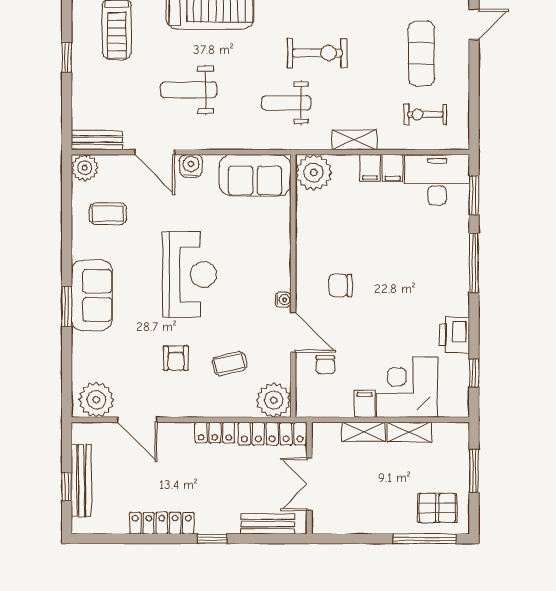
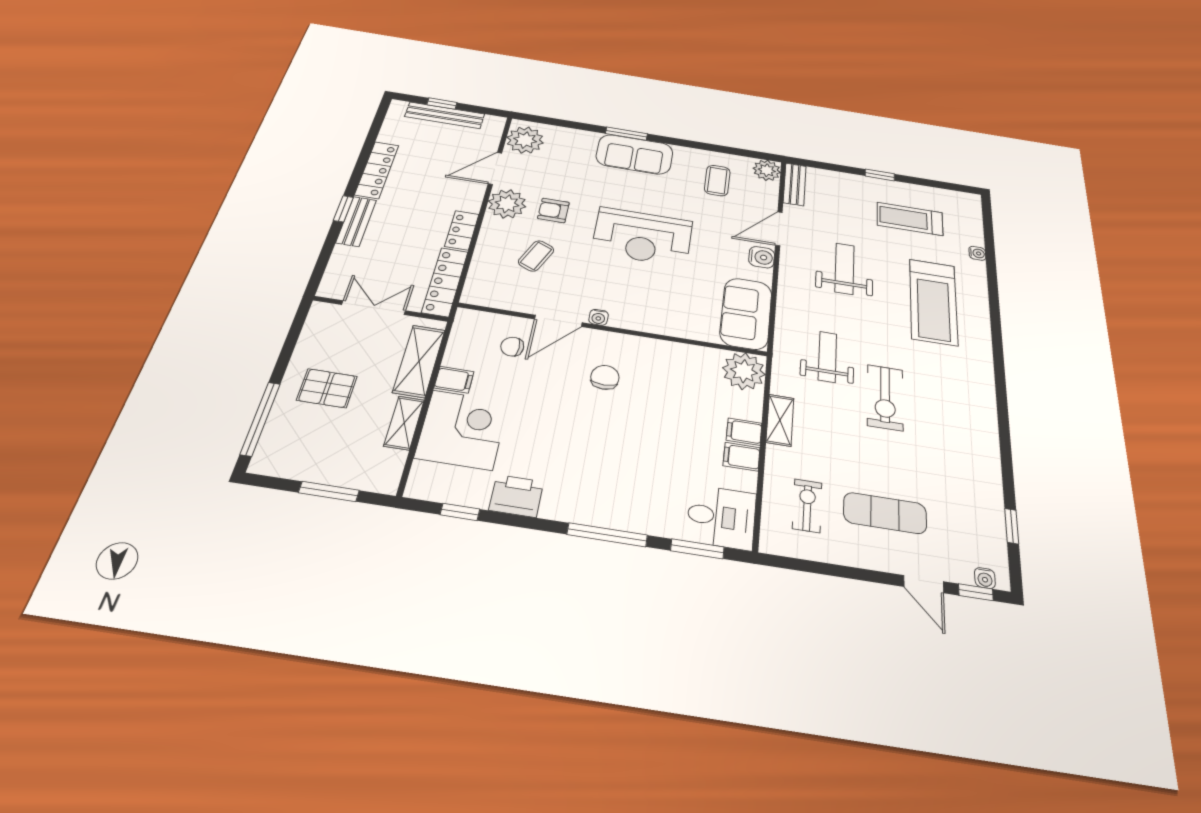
desk: (437, 180) -> (721, 517), width x0.73
coffee table: (230, 364) -> (536, 256), turned 37
plant: (274, 400) -> (507, 204), moved
shelving: (363, 432) -> (419, 361), width x1.50, depth x1.33
pallet: (437, 508) -> (327, 388), moved, turned 90
bench: (268, 524) -> (356, 221), moved

